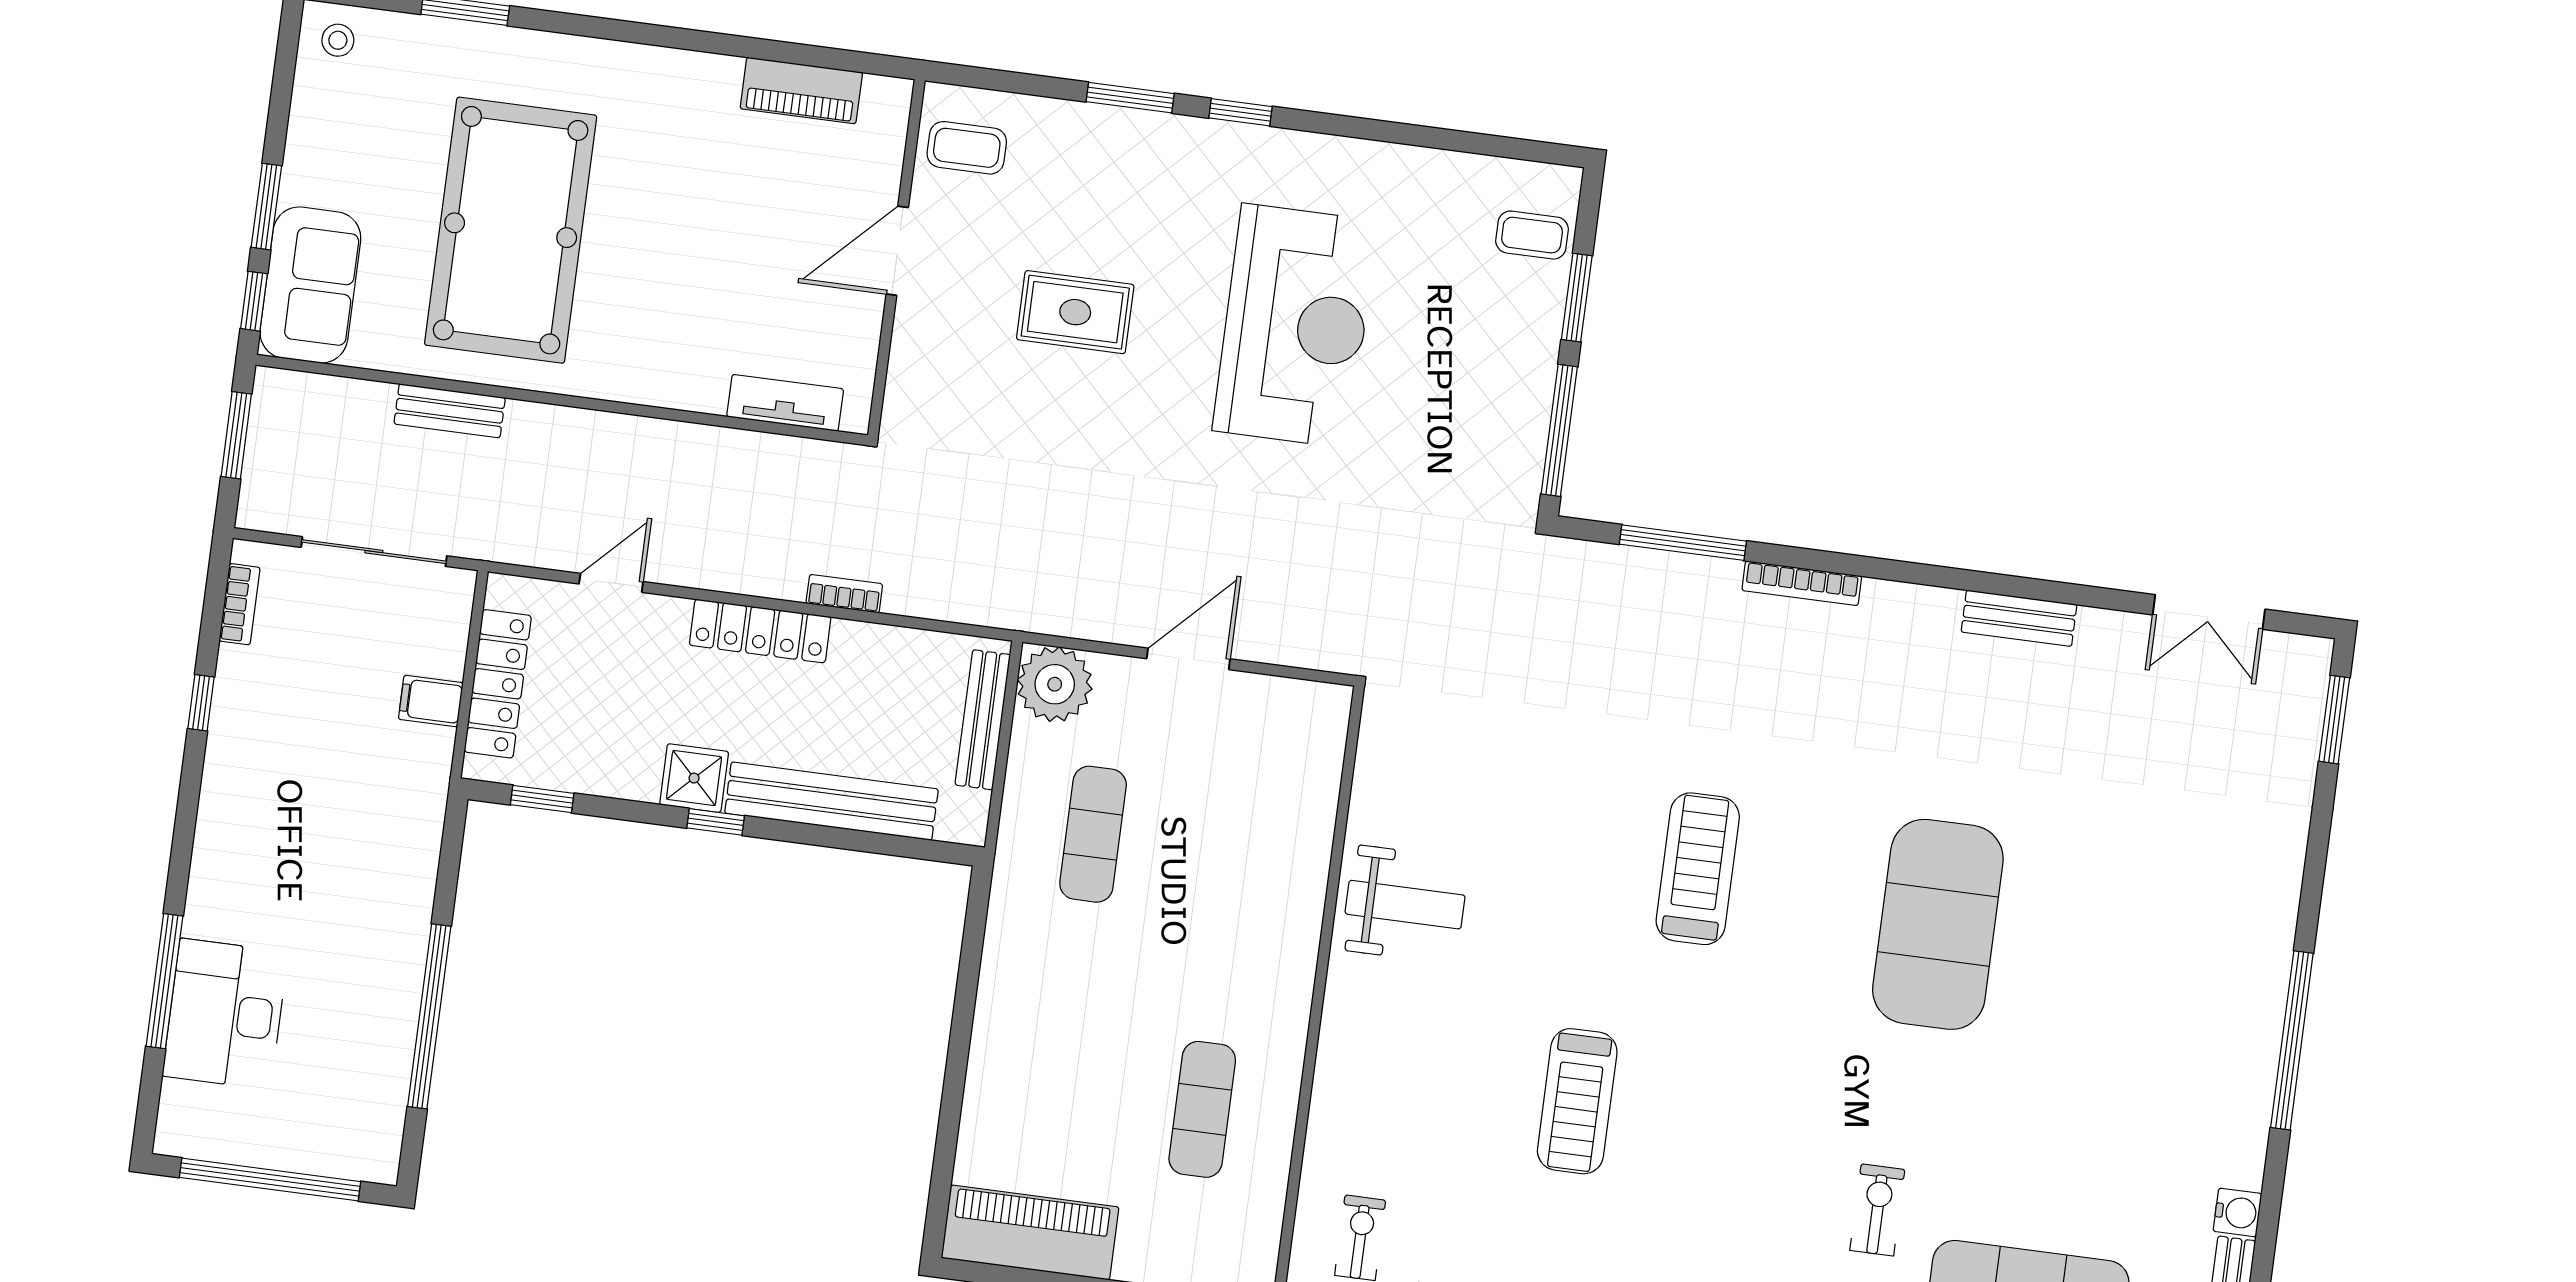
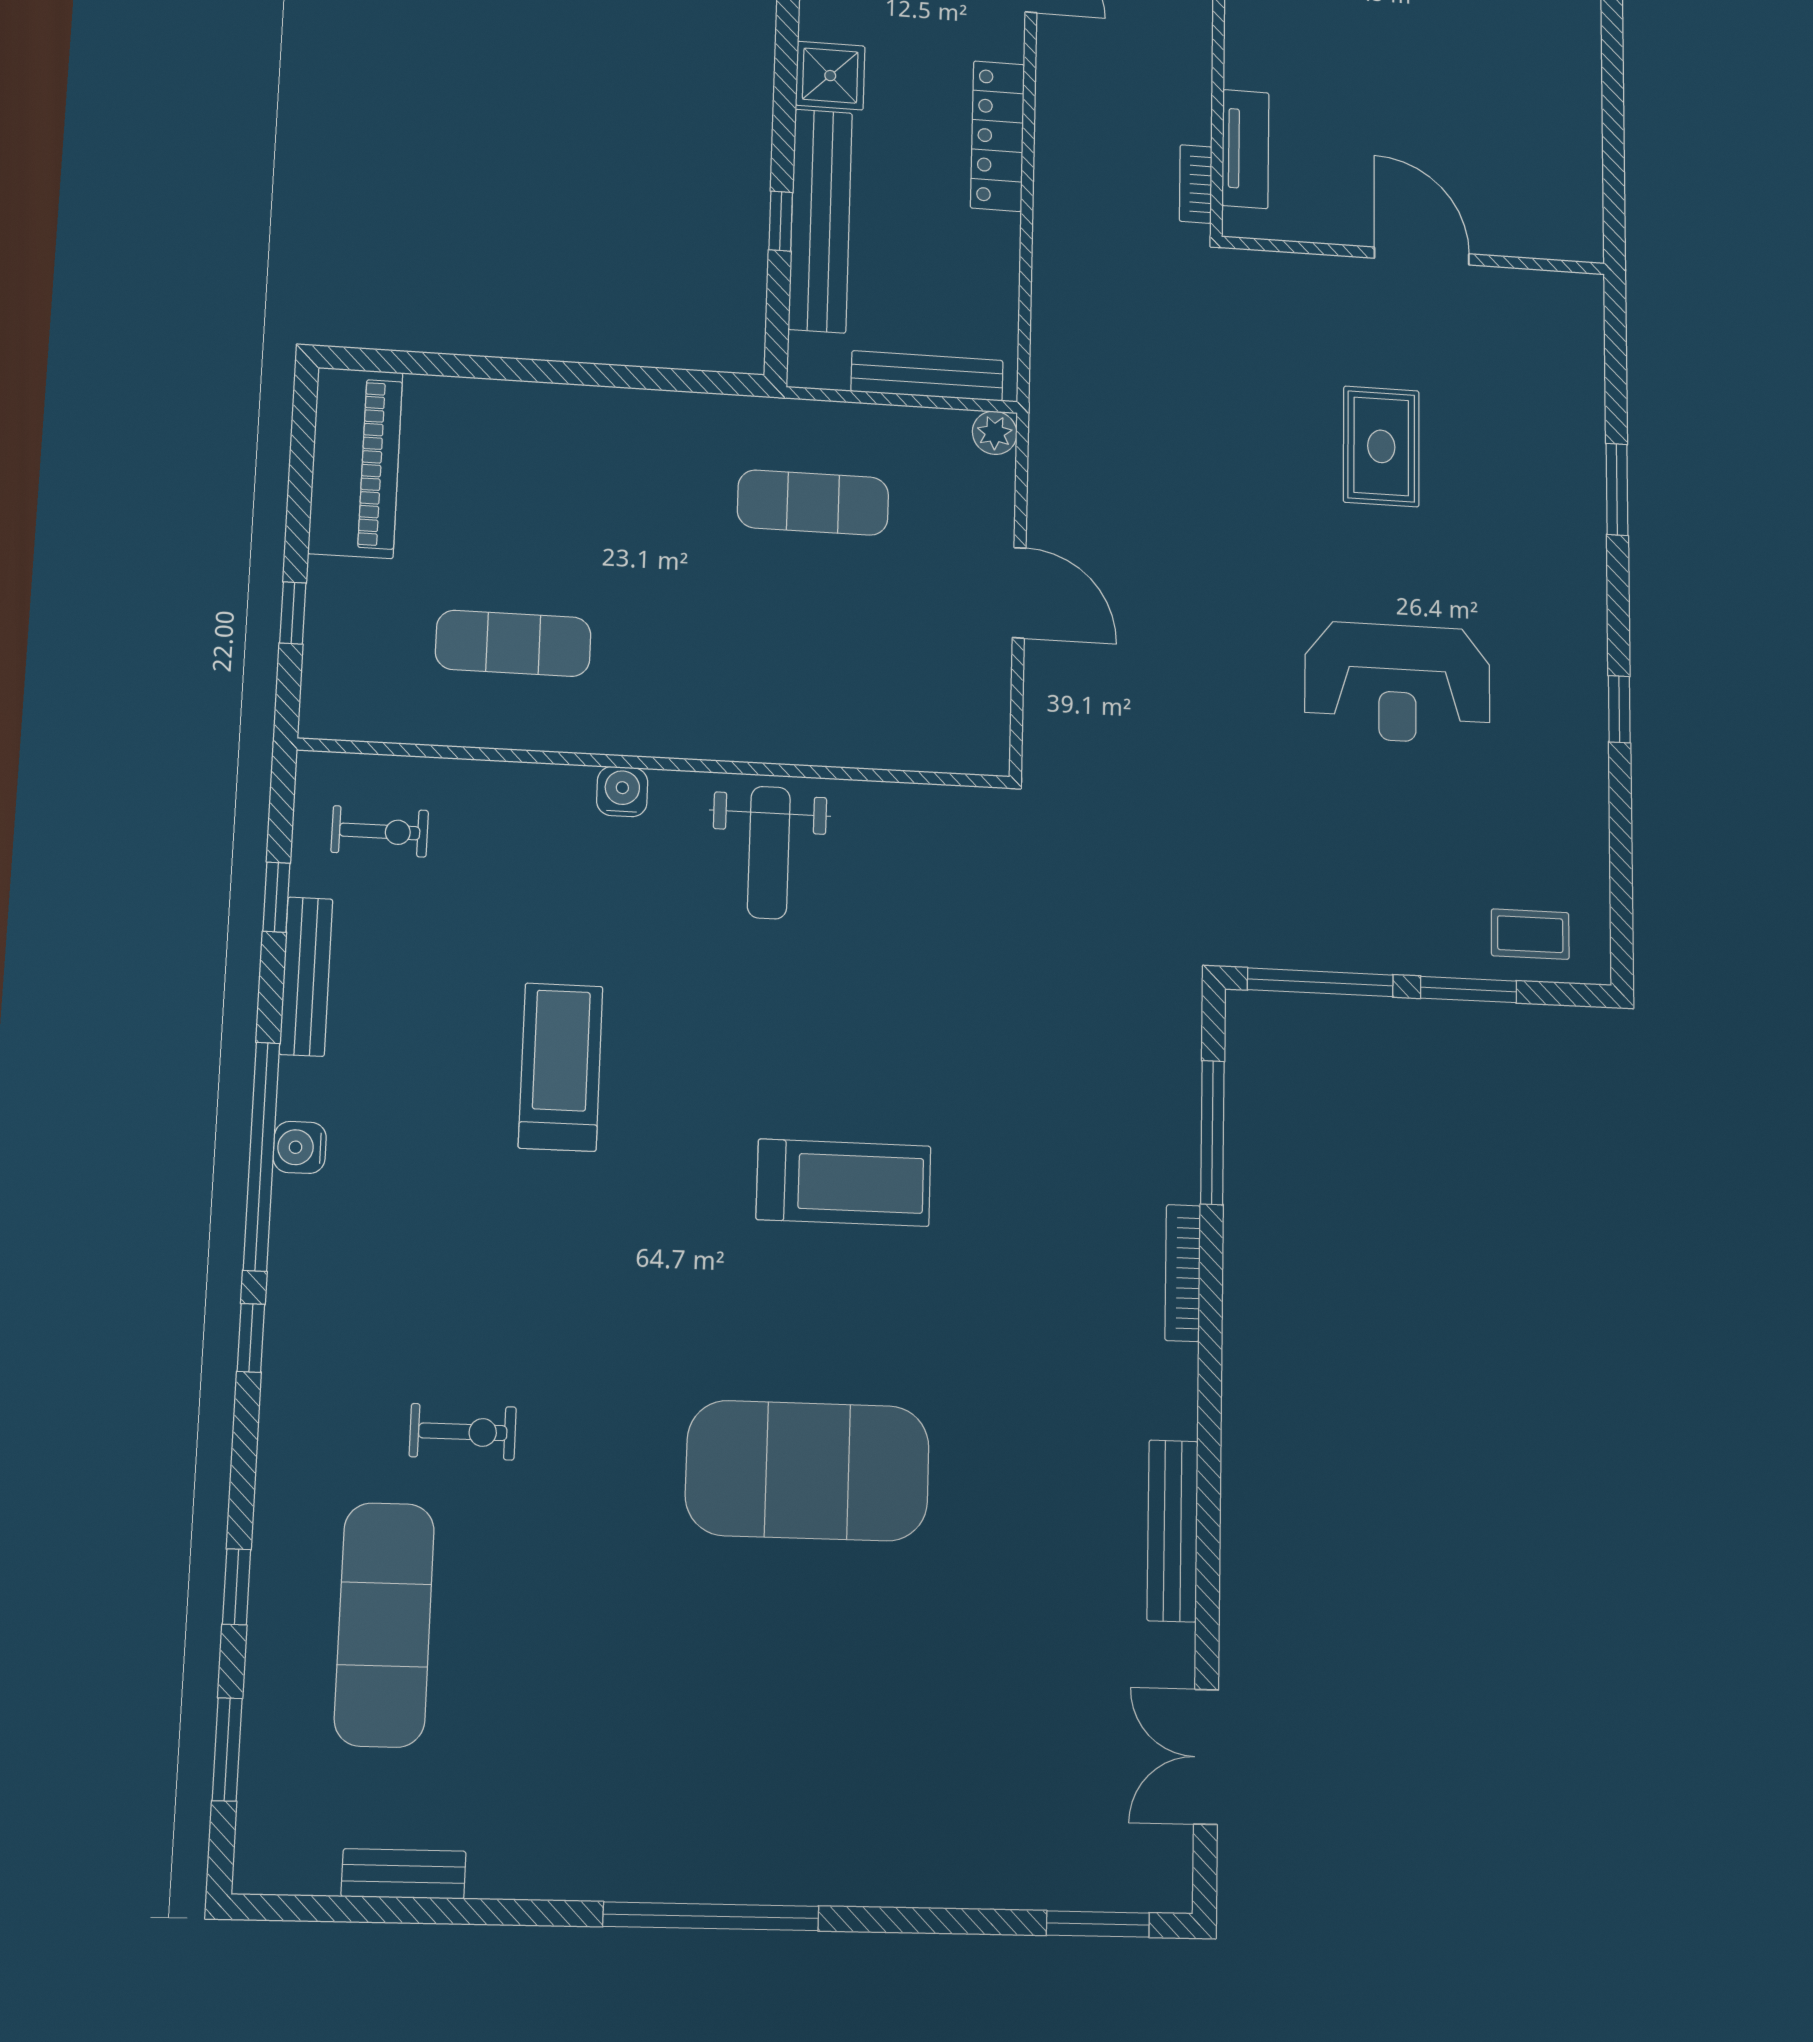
piano: (801, 91) -> (1576, 148), removed
window: (1241, 112) -> (1619, 709), moved
coffee table: (967, 148) -> (1540, 322), removed
coffee table: (1532, 235) -> (1530, 934), turned 90
reception desk: (1295, 326) -> (1397, 683), width x0.74, depth x0.77
bookcase: (844, 594) -> (1196, 184), moved, turned 180
bench: (2019, 618) -> (1173, 1531), width x1.36
plant: (1055, 684) -> (995, 433), width x0.53, depth x0.53
window: (716, 822) -> (781, 221), moved
treadmill: (1577, 1101) -> (561, 1067), turned 90
water cooler: (2237, 1212) -> (622, 792), moved, turned 180

